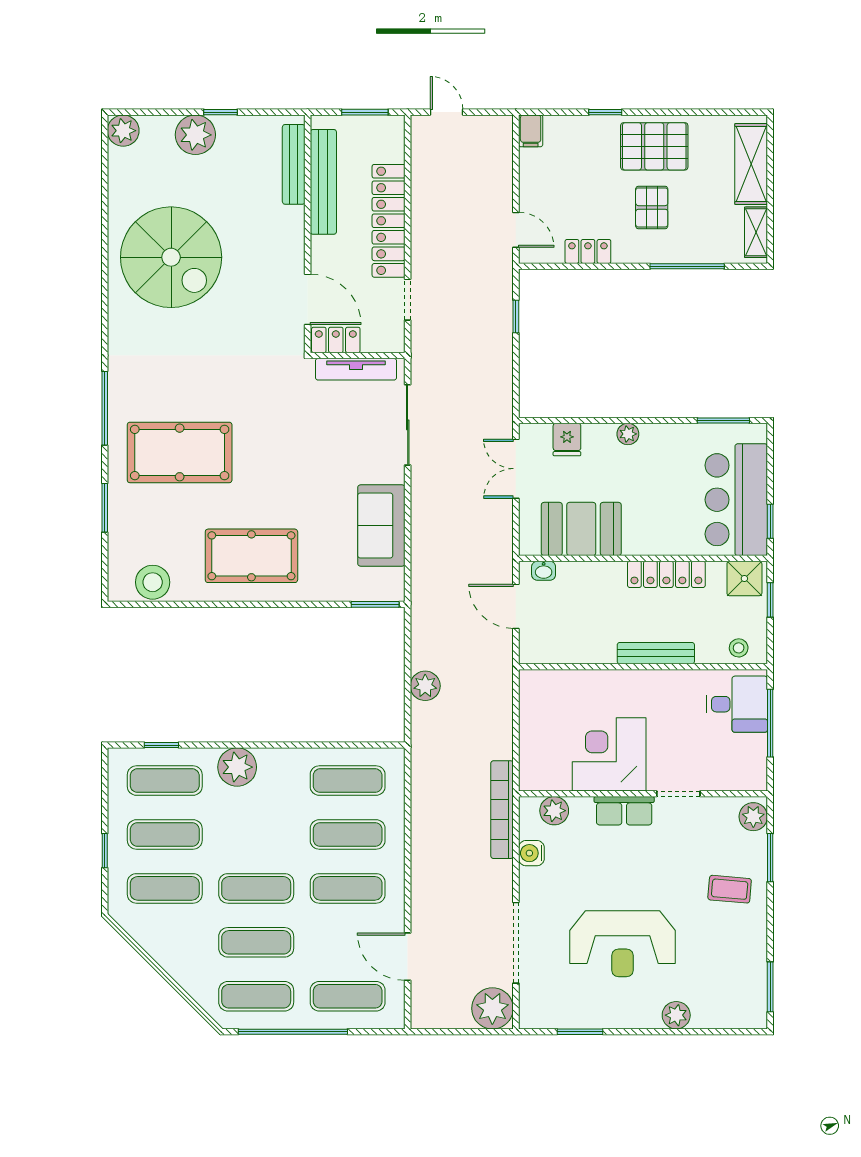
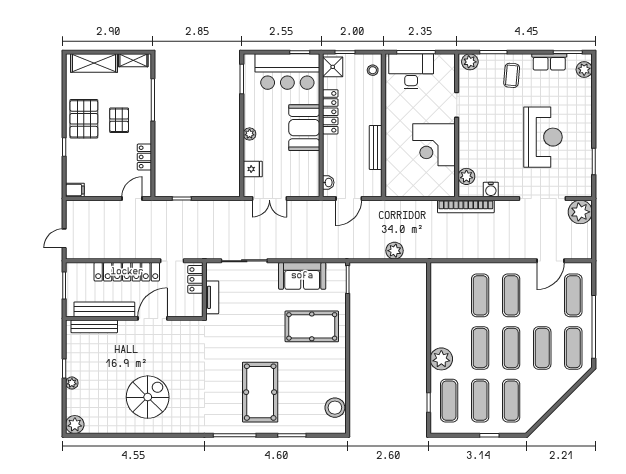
plant: (195, 135) -> (72, 383), width x0.53, depth x0.53
pallet: (652, 207) -> (119, 120), turned 90
spiral stairs: (171, 257) -> (148, 397), width x0.73, depth x0.73
door: (308, 299) -> (152, 318), moved
locker: (336, 340) -> (195, 279), moved
tv unit: (356, 369) -> (212, 297), width x0.71
booth: (581, 529) -> (304, 128), moved
pool table: (251, 556) -> (312, 326), moved, turned 90
bench: (656, 653) -> (376, 147), moved
desk: (737, 704) -> (411, 71), width x1.37
exercise mat: (348, 781) -> (480, 348), moved
row of seats: (624, 811) -> (549, 62), moved, turned 90
plant: (676, 1015) -> (584, 70), moved

